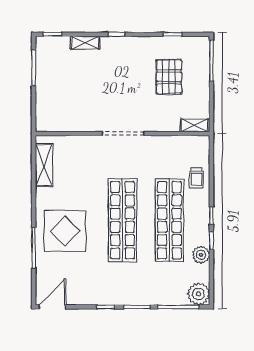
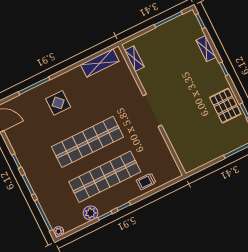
pallet: (169, 77) -> (225, 106), moved, turned 90
shelving: (195, 125) -> (134, 59), moved
display table: (65, 231) -> (58, 103), width x0.54, depth x0.54
plant: (199, 294) -> (59, 231), width x0.53, depth x0.53

